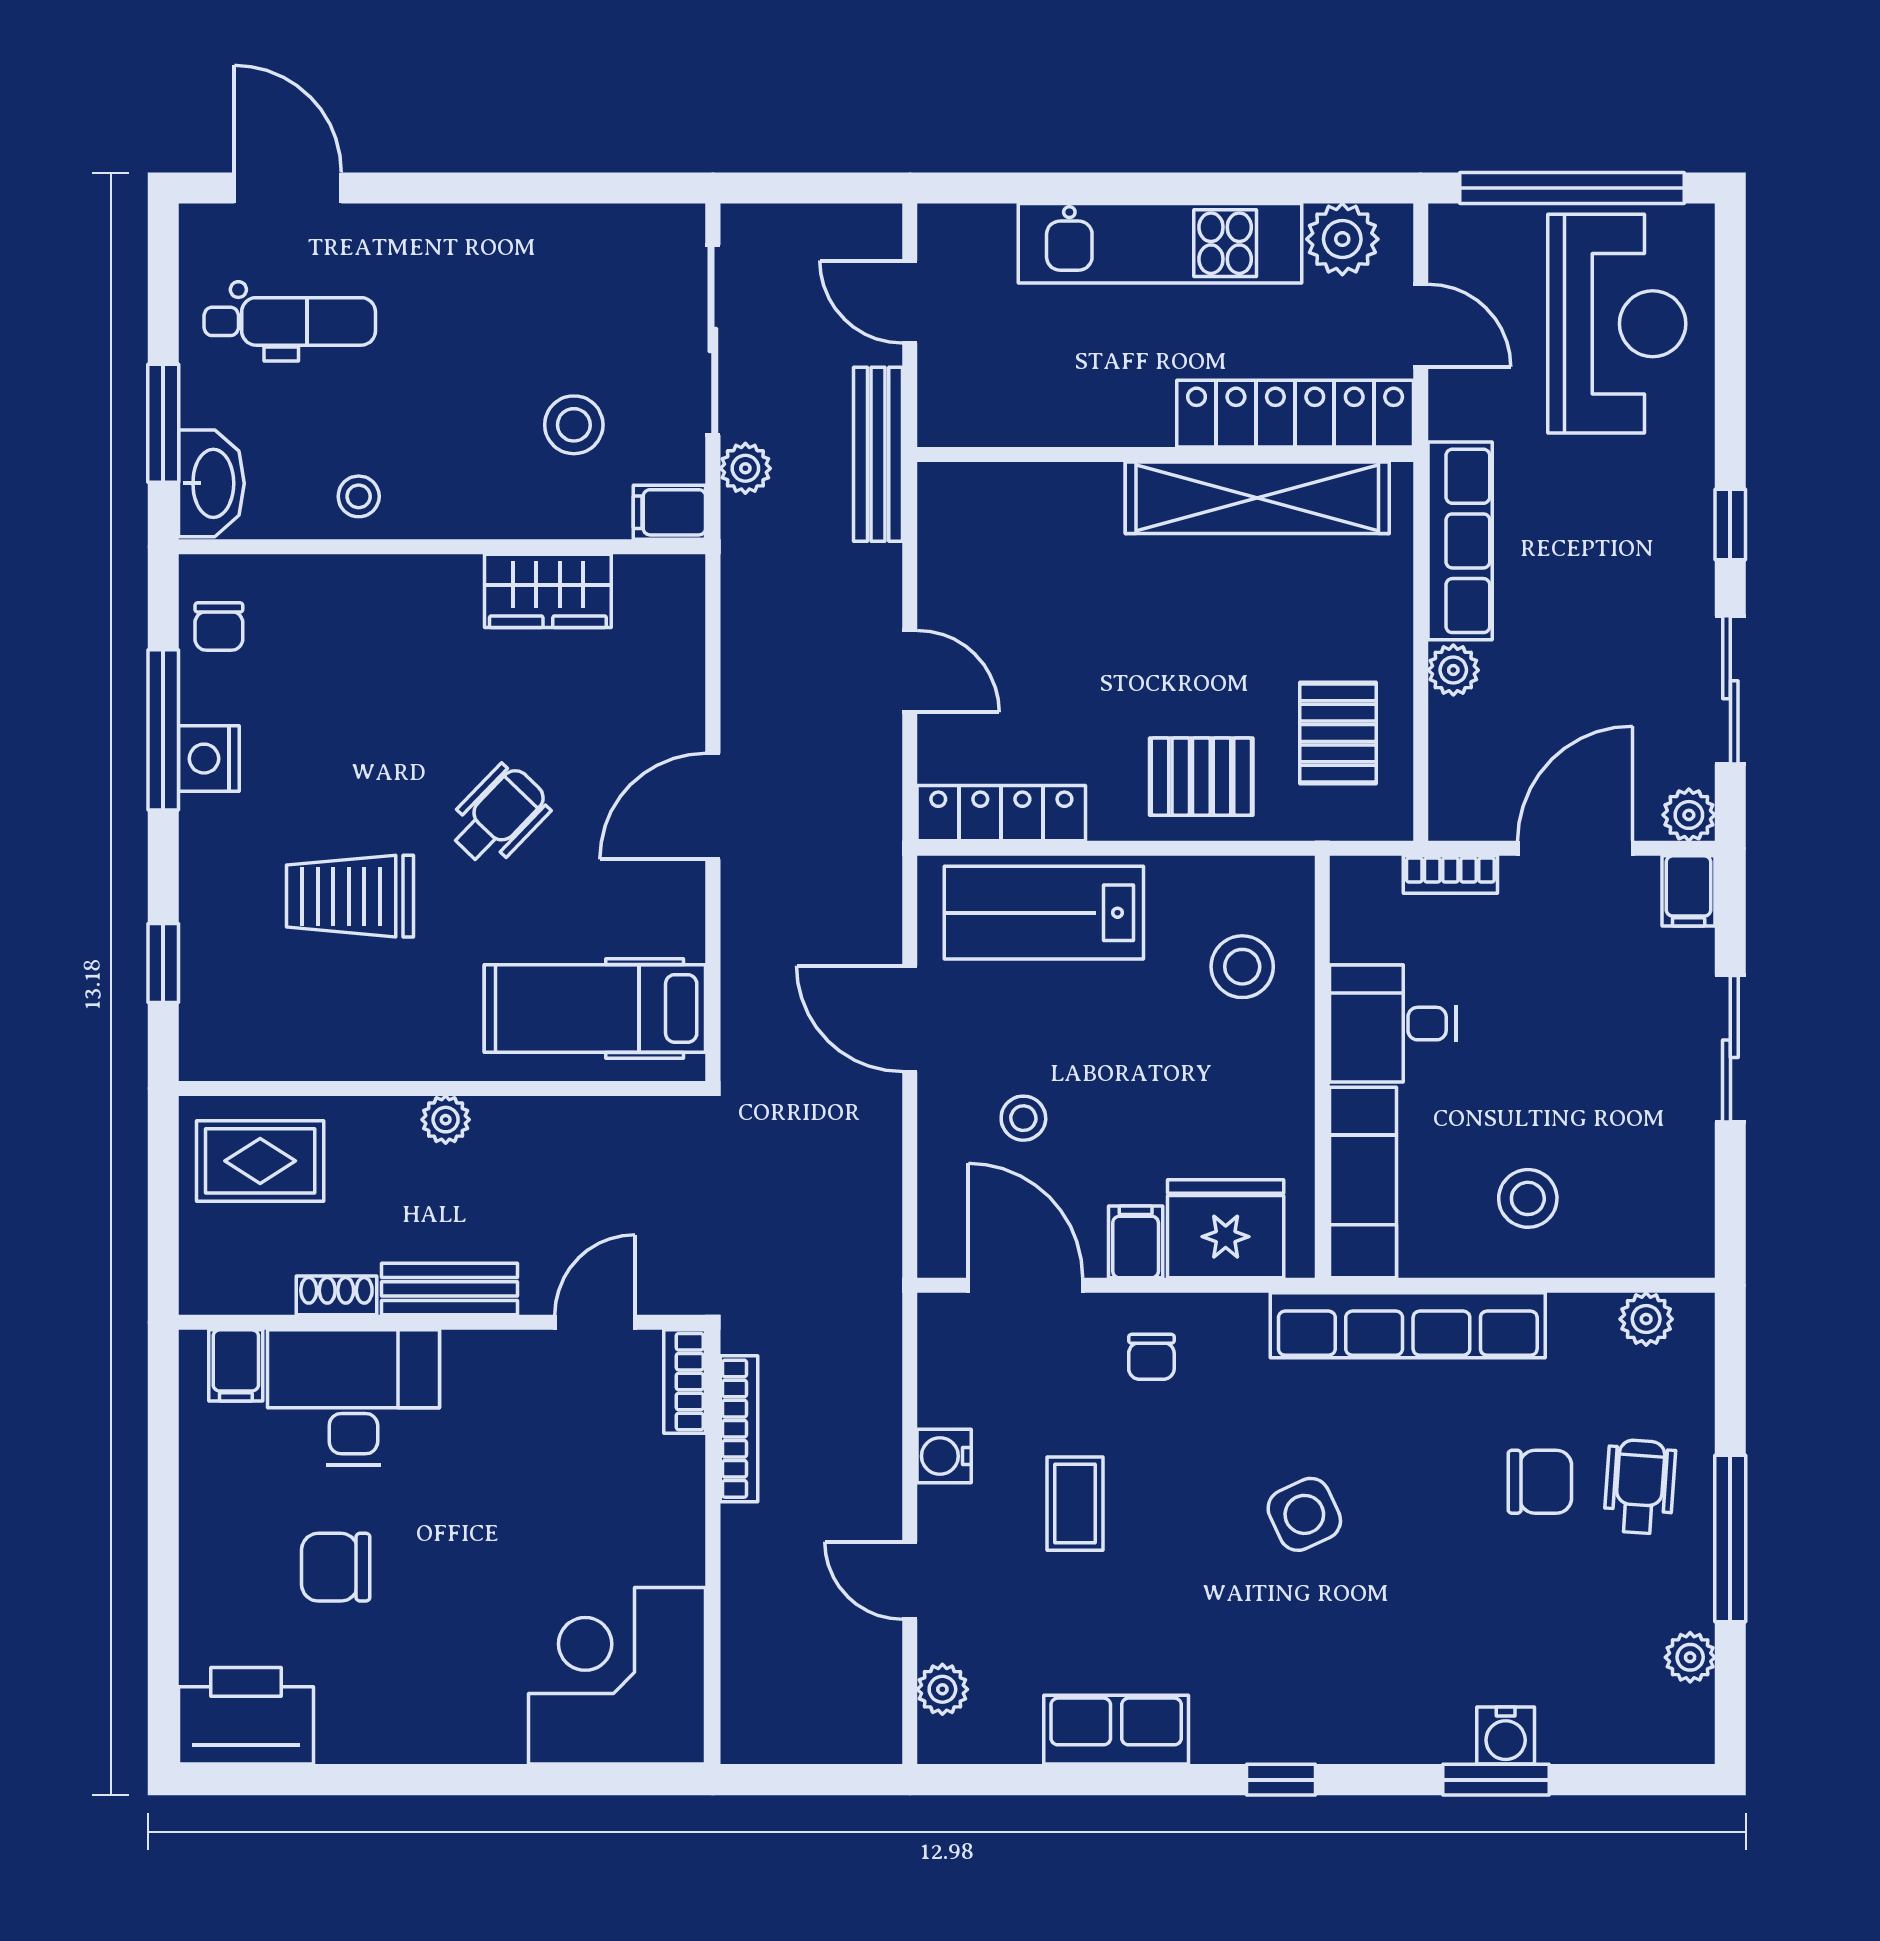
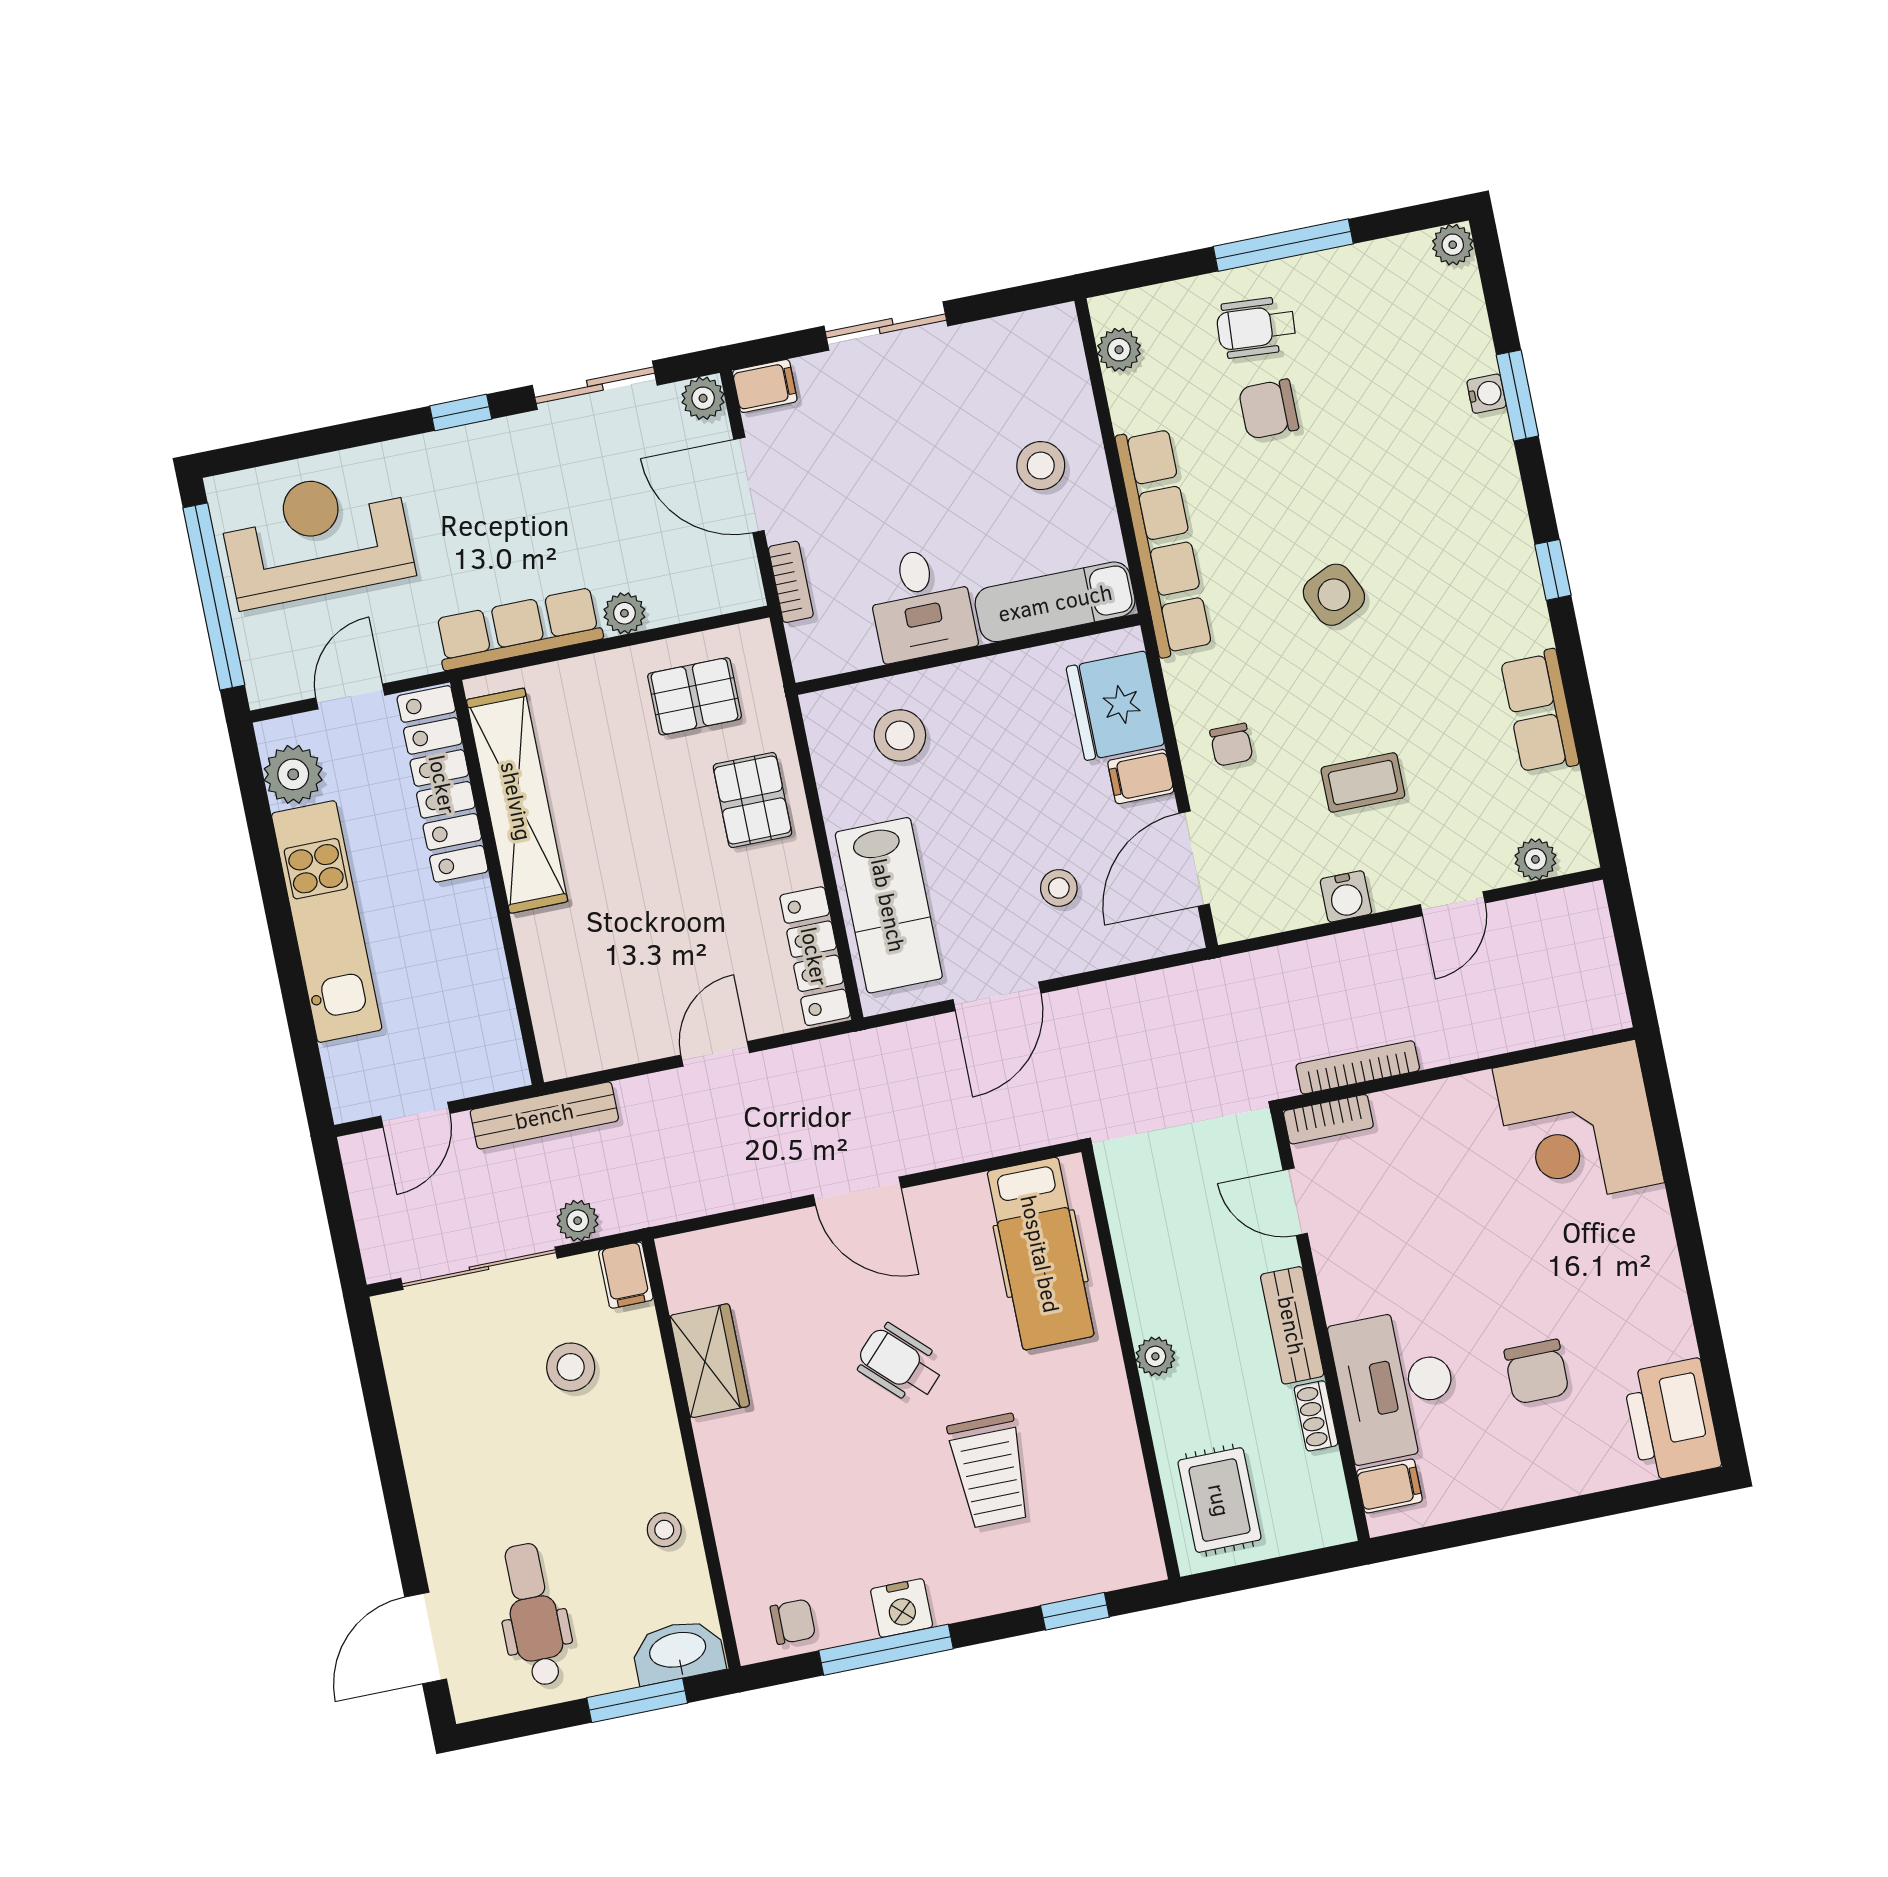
chair: (1151, 1357) -> (1231, 745), turned 90
chair: (1540, 1482) -> (1269, 409), turned -90
plant: (1690, 1657) -> (1453, 245), moved
water cooler: (1506, 1736) -> (1486, 394), width x0.72, depth x0.72

